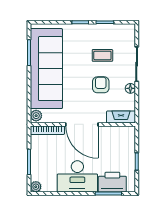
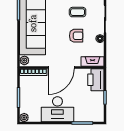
armchair: (101, 85) -> (76, 36), turned 90
door: (82, 124) -> (61, 68), hinge flipped
printer: (112, 182) -> (96, 80), moved, turned -90

